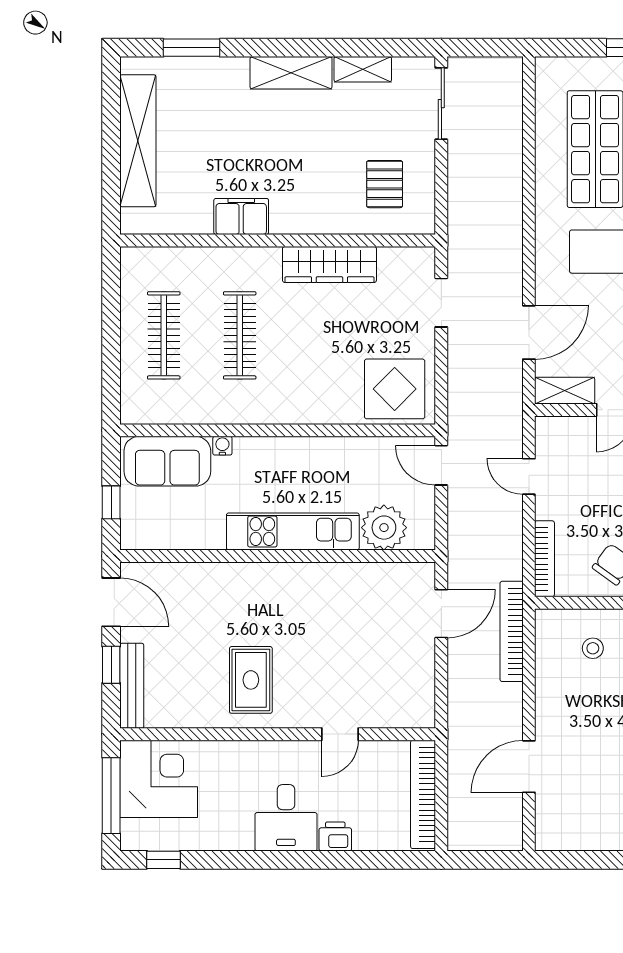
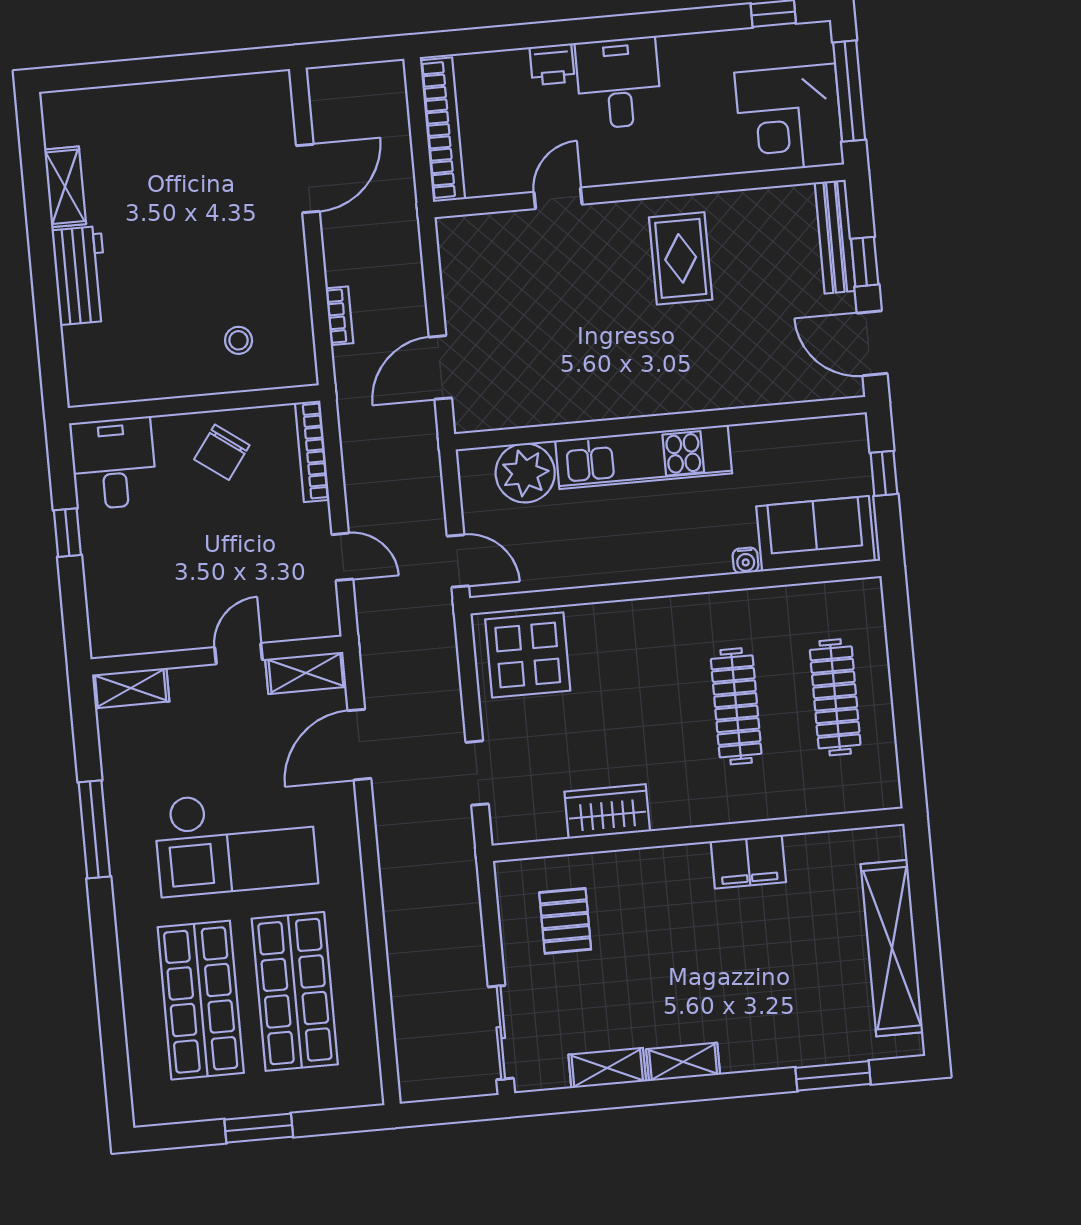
shelving: (291, 73) -> (683, 1062), width x0.67, depth x0.75
wardrobe: (329, 264) -> (607, 811), width x0.67
bookcase: (512, 631) -> (339, 316), width x0.43, depth x0.76

